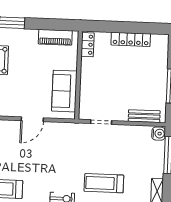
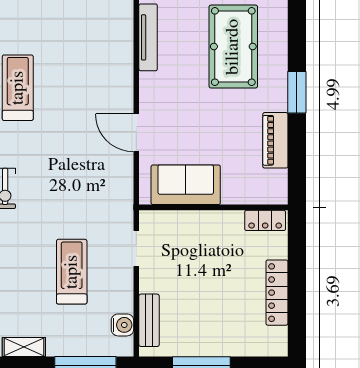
piano: (55, 37) -> (275, 140), moved
water cooler: (159, 134) -> (122, 325), moved, turned -90
treadmill: (104, 183) -> (72, 272), moved

